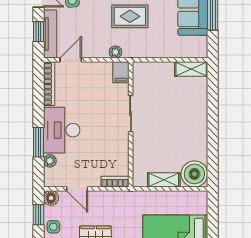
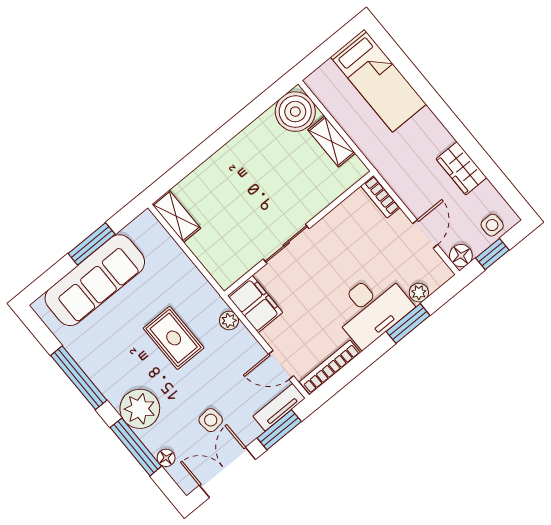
window: (38, 32) -> (279, 430), width x1.50
tv unit: (50, 34) -> (279, 407), width x0.71
filing cabinet: (121, 72) -> (255, 304), width x2.00

